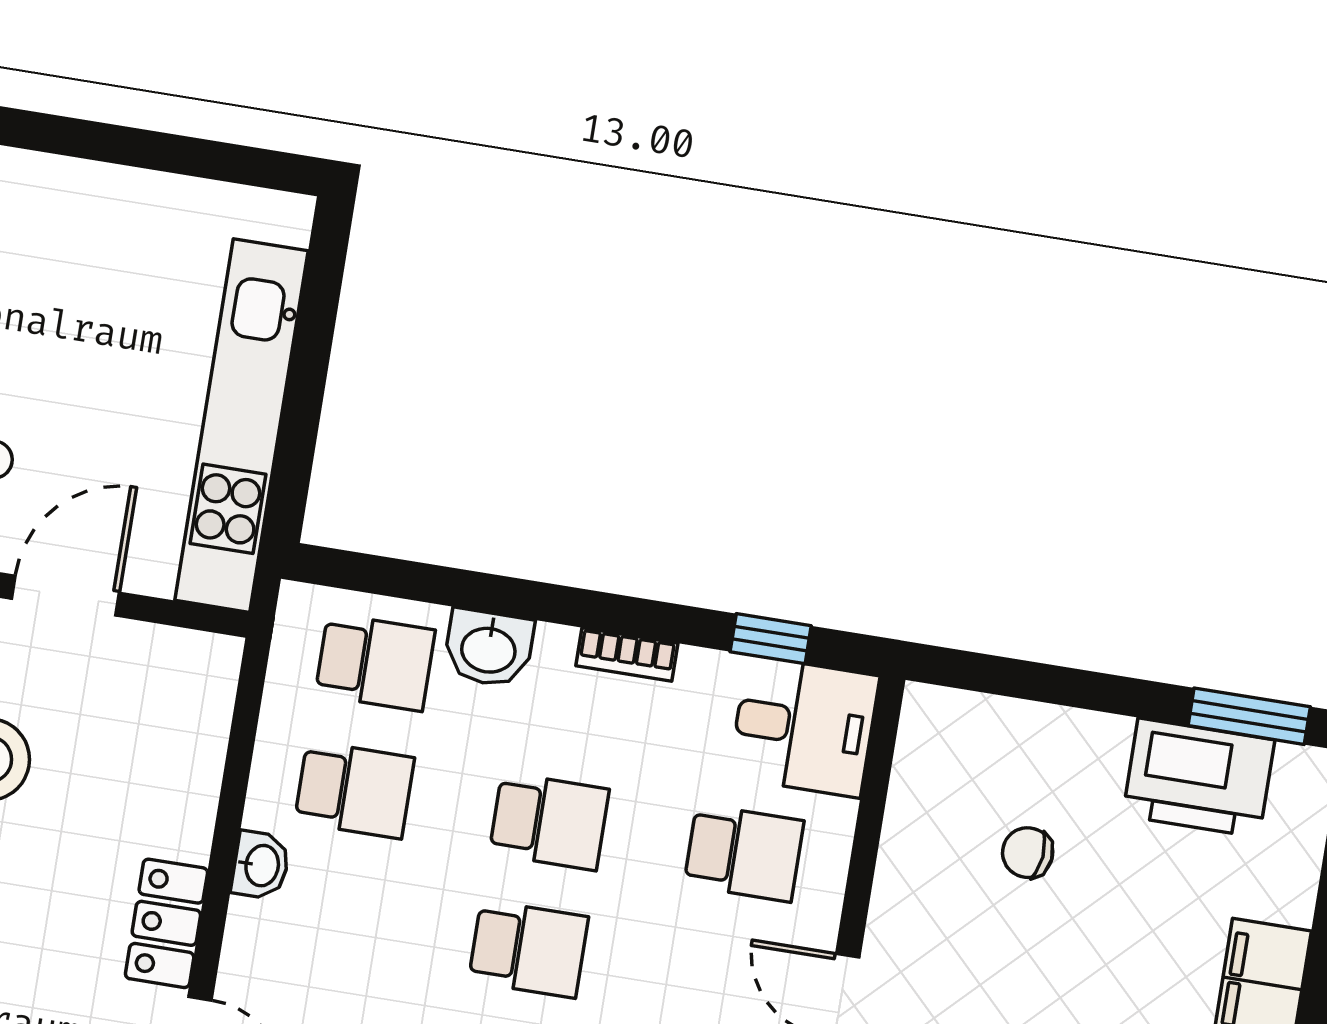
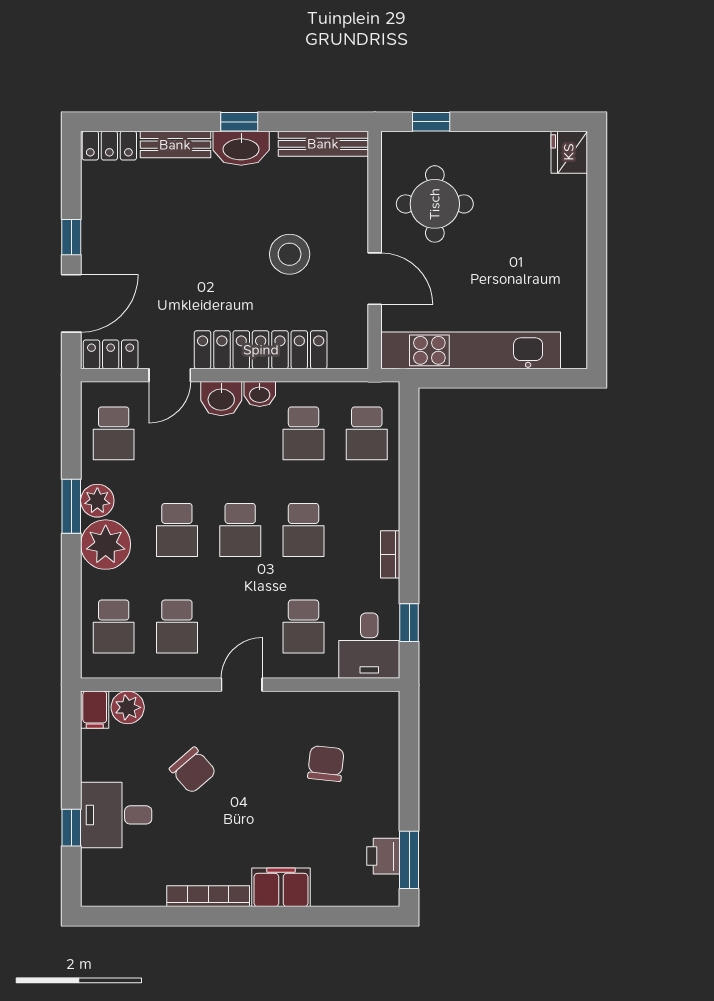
washbasin: (489, 648) -> (221, 399), moved, turned -90
printer: (1199, 778) -> (383, 856), width x0.53, depth x0.68
chair: (1028, 853) -> (326, 764), width x1.37, depth x1.37
locker: (166, 923) -> (261, 350), width x2.16, depth x1.21

